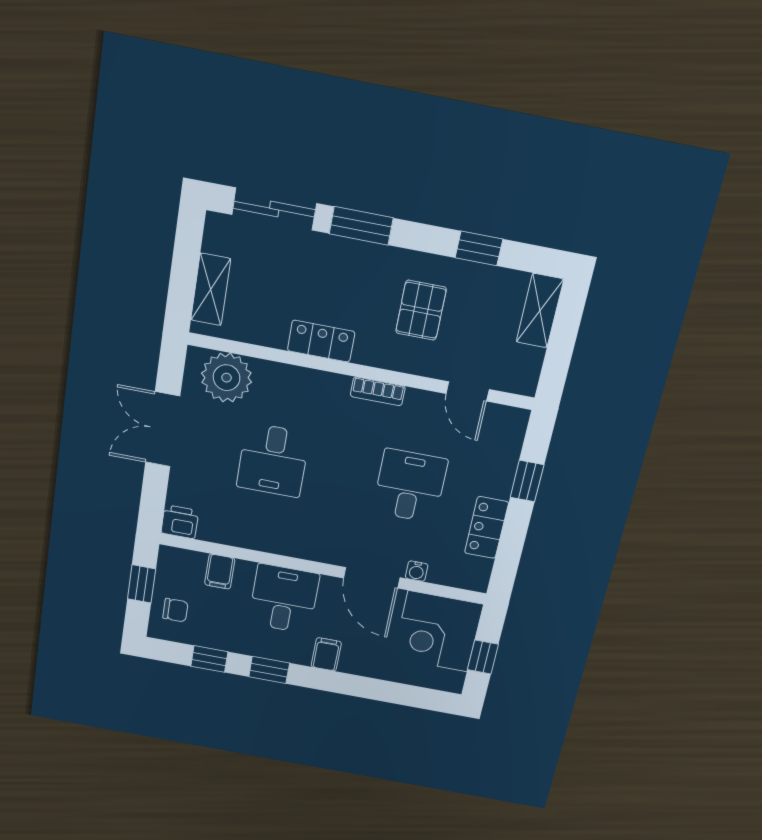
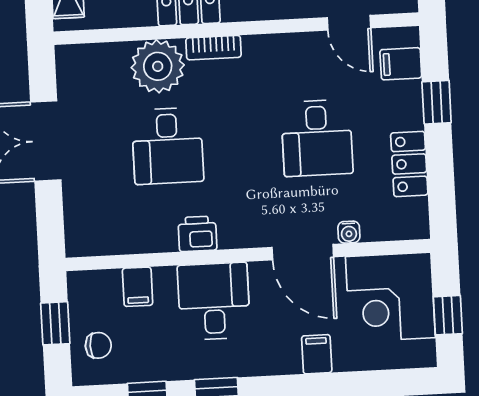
plant: (227, 378) -> (158, 66), moved
bookcase: (378, 391) -> (214, 48), moved
filing cabinet: (505, 440) -> (401, 64), added
desk: (410, 486) -> (317, 138), turned 180
printer: (180, 522) -> (197, 234), moved
filing cabinet: (326, 654) -> (317, 354), moved

